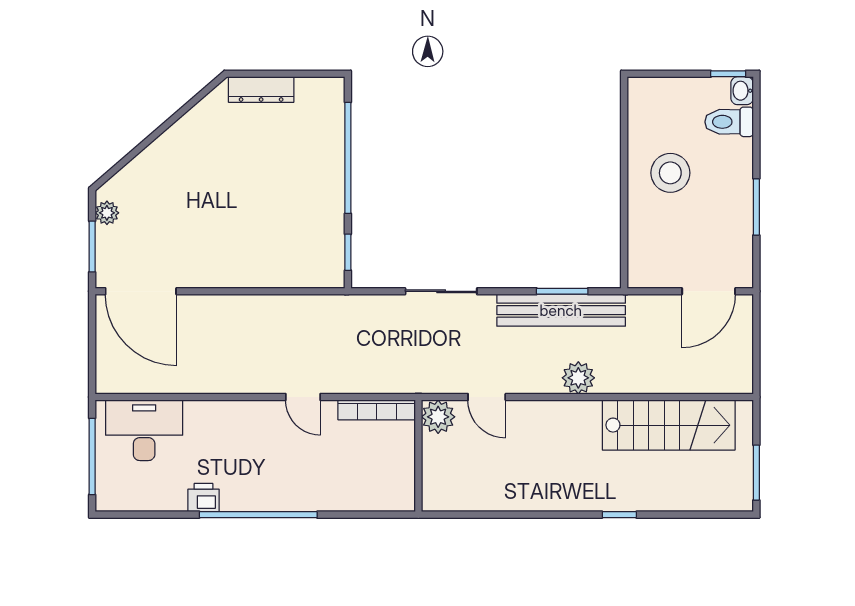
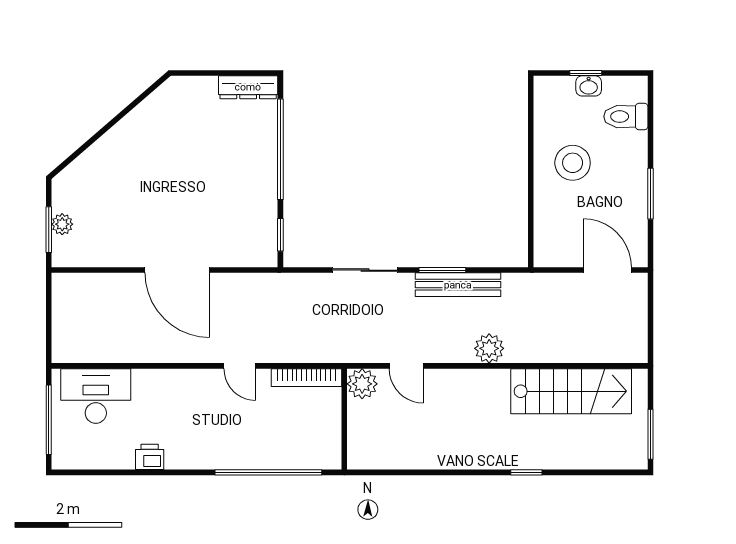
window: (728, 74) -> (586, 73), moved
dresser: (261, 90) -> (248, 87), moved
washbasin: (742, 91) -> (589, 86), moved, turned -90
plant: (107, 213) -> (62, 224), moved
door: (141, 291) -> (177, 270), moved
window: (562, 291) -> (442, 270), moved
door: (709, 291) -> (607, 270), swing flipped
bench: (561, 310) -> (458, 285), width x0.73, depth x0.82
window: (258, 515) -> (268, 472), moved

